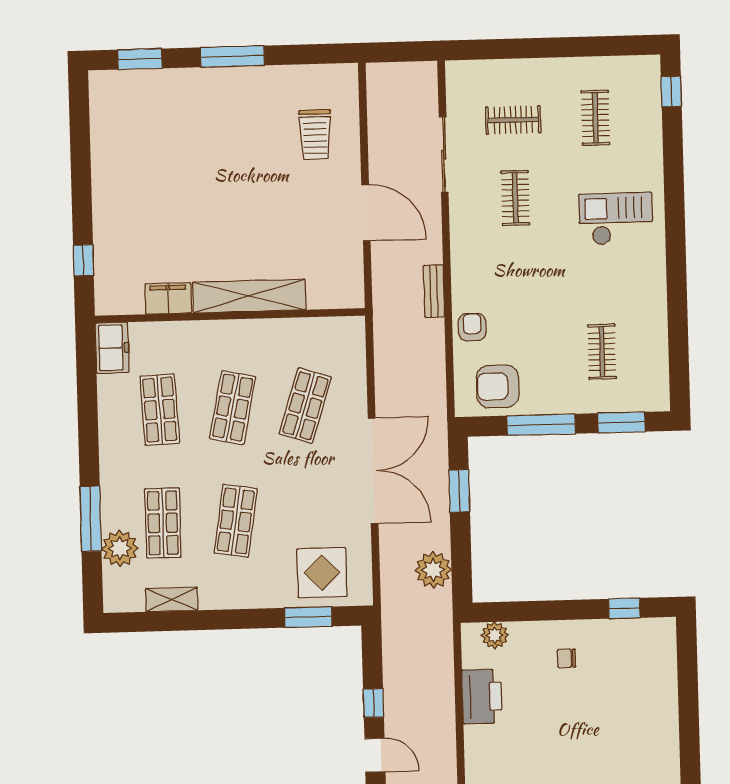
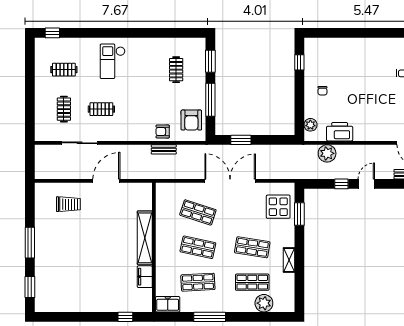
bench: (434, 291) -> (164, 149), moved
clothes rail: (602, 352) -> (176, 70), turned 90
window: (91, 519) -> (210, 317), moved
plant: (433, 570) -> (327, 153), moved
shelving: (172, 599) -> (289, 260), moved

